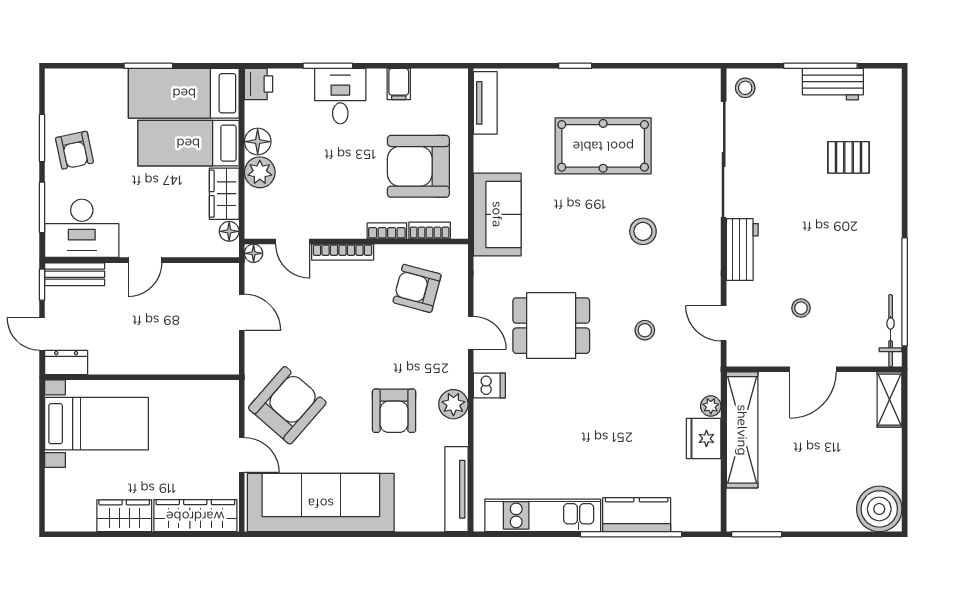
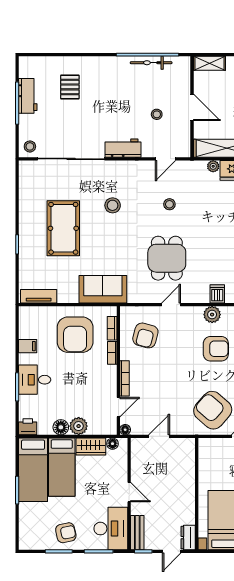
bicycle: (891, 331) -> (151, 63), moved
dishwasher: (489, 386) -> (217, 294), moved

